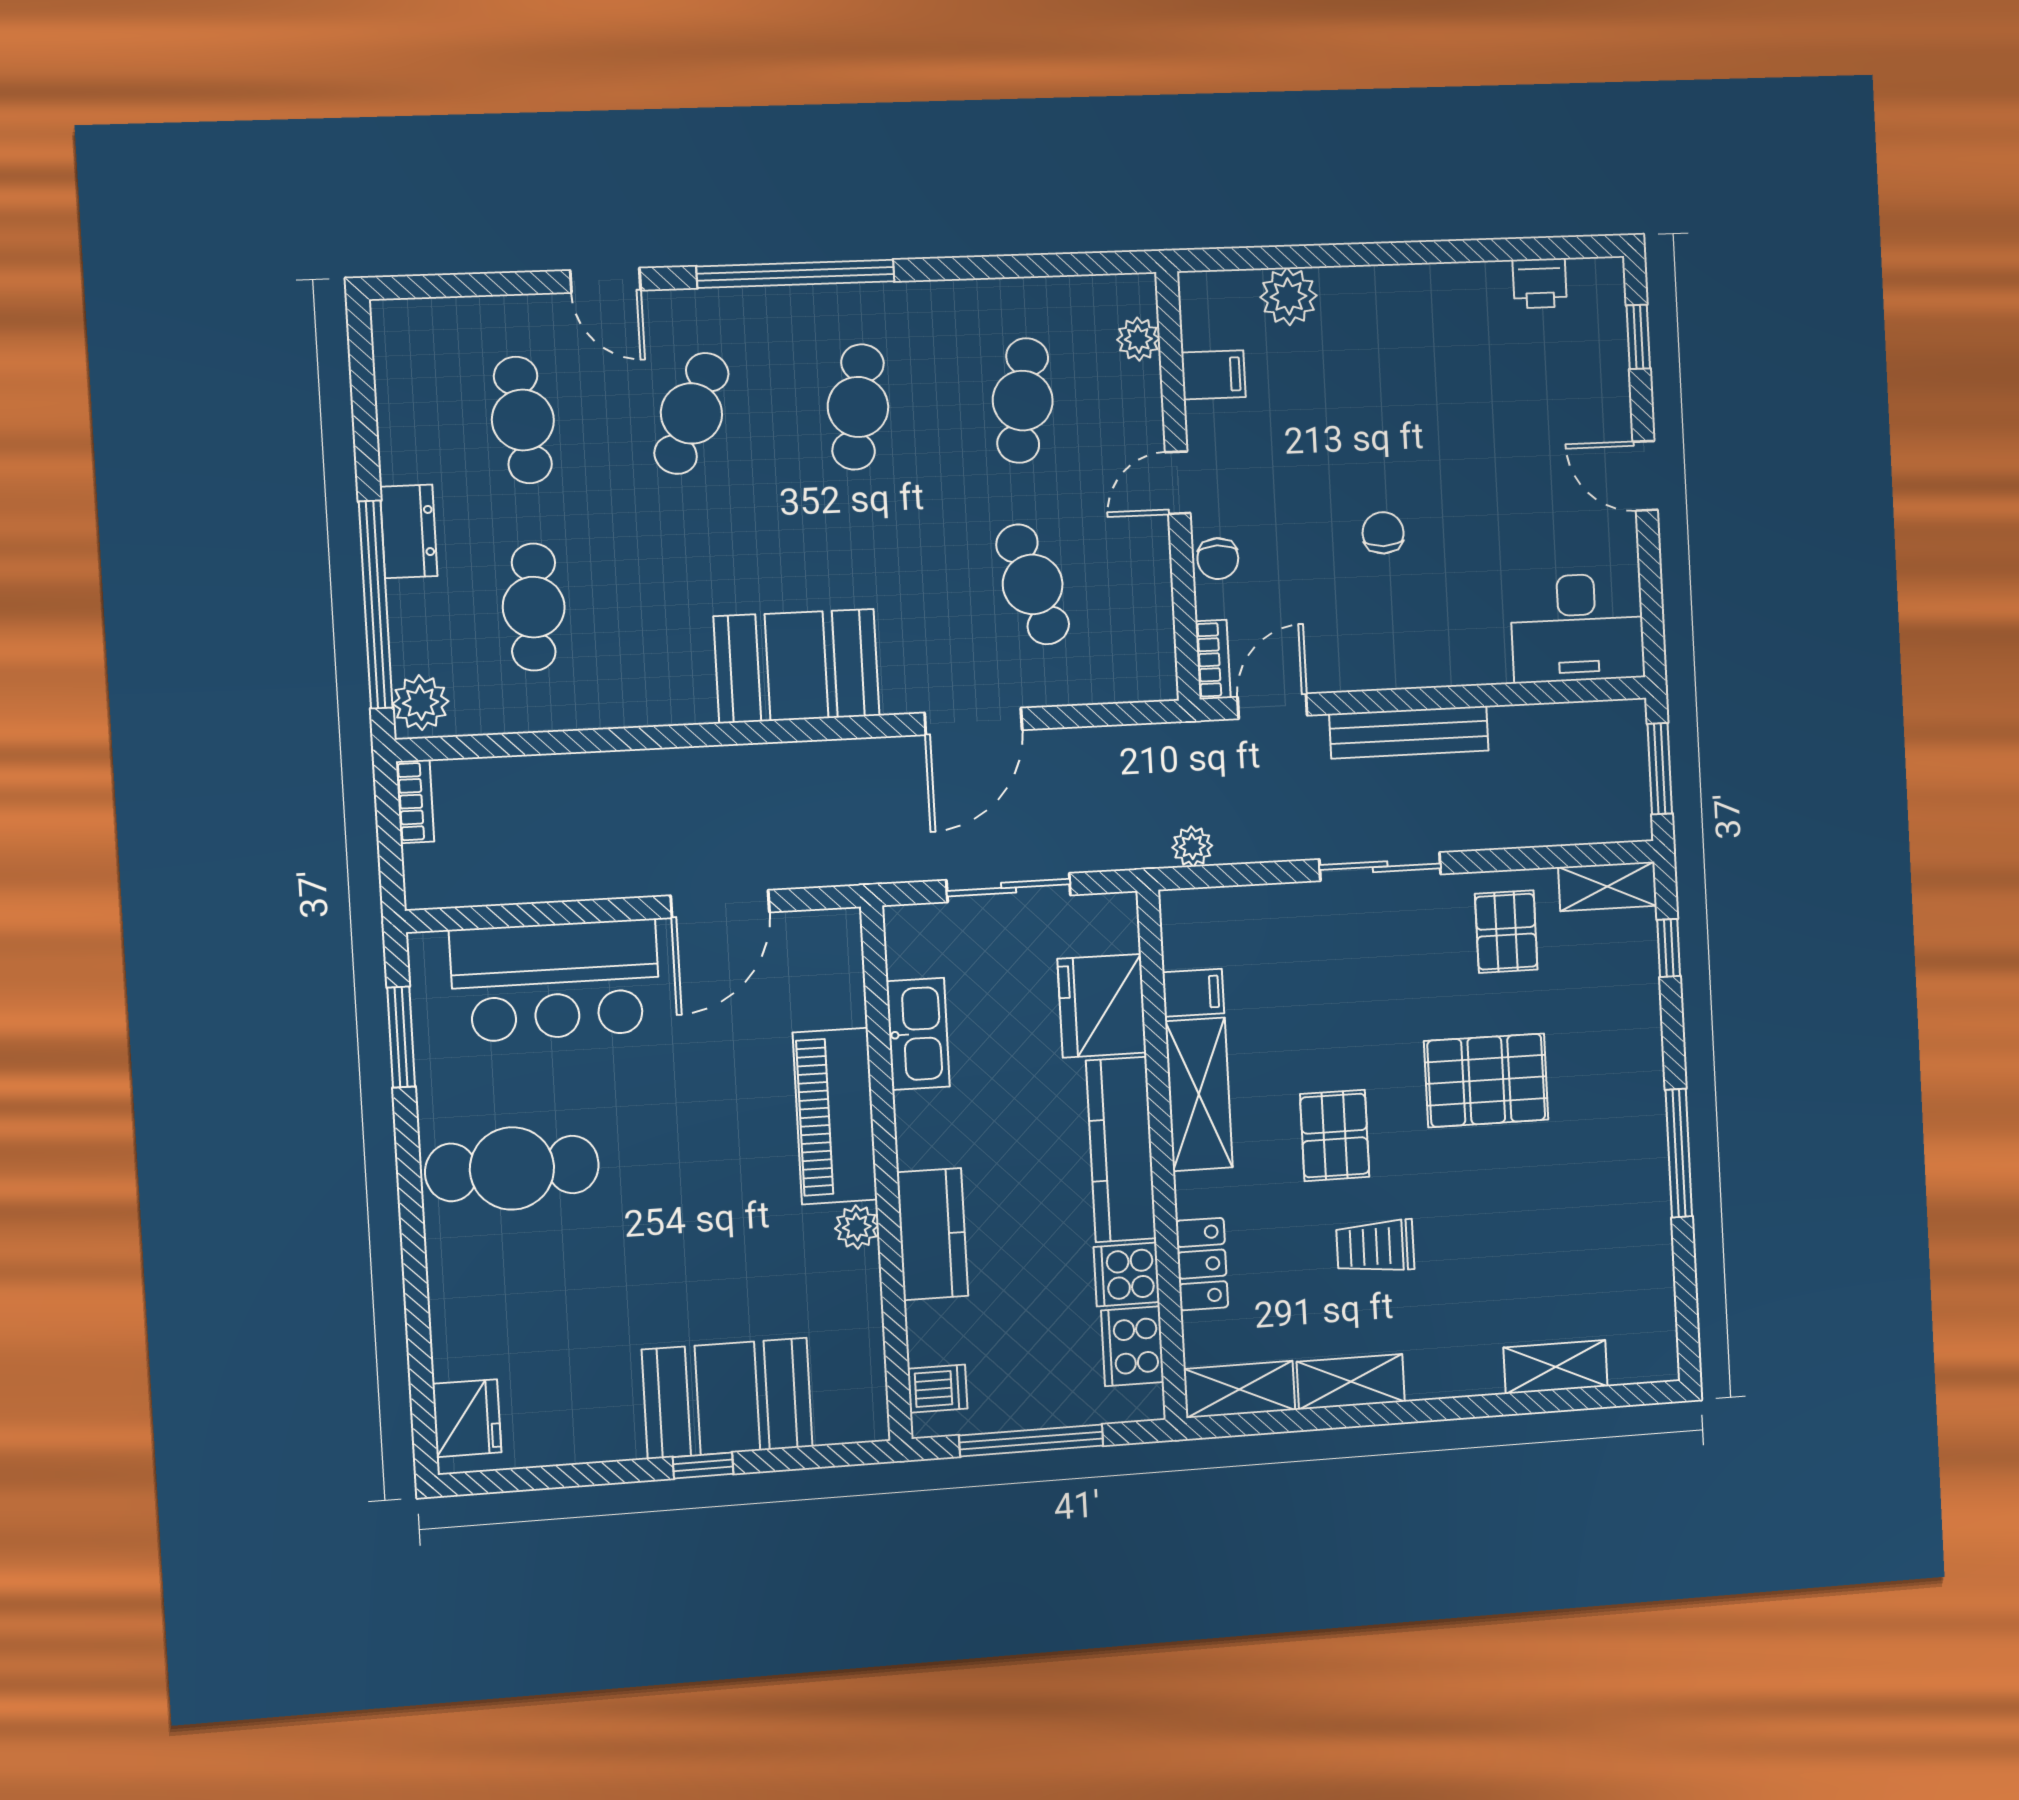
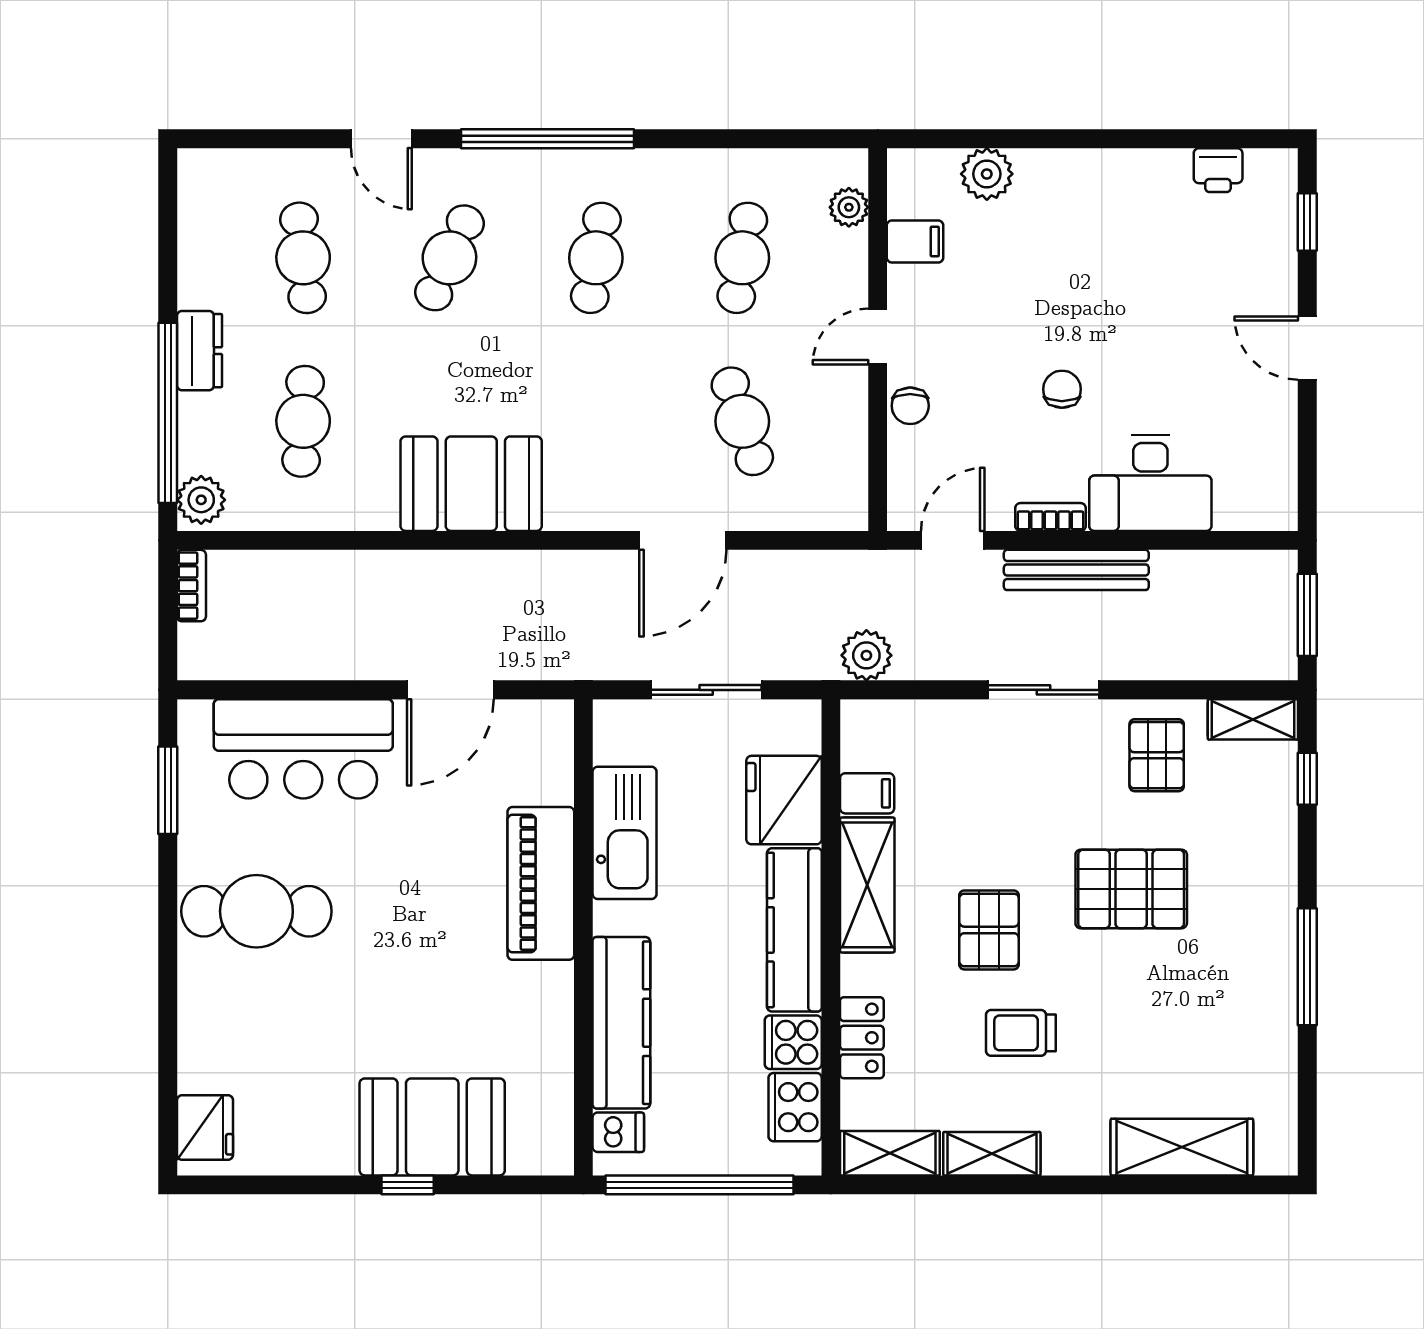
desk: (1577, 628) -> (1150, 483), moved
bookcase: (1213, 660) -> (1051, 517), moved, turned -90
booth: (797, 666) -> (471, 484), moved
plant: (1192, 846) -> (866, 655), width x1.38, depth x1.38
kitchen sink: (918, 1034) -> (625, 833), width x1.36, depth x1.24
plant: (857, 1227) -> (555, 983), removed
kitchen counter: (932, 1234) -> (621, 1023), width x1.50
shelving: (1556, 1367) -> (1182, 1147), width x1.50, depth x1.33
window: (1031, 1440) -> (699, 1185), width x1.46

